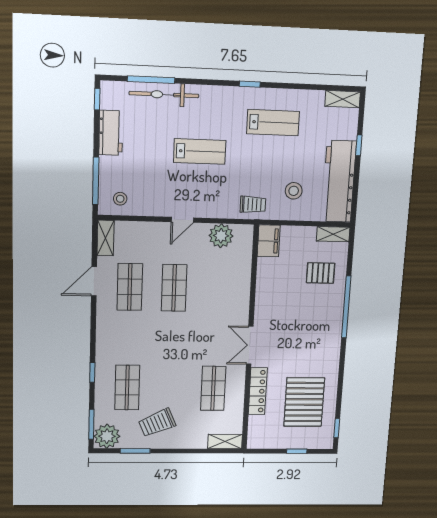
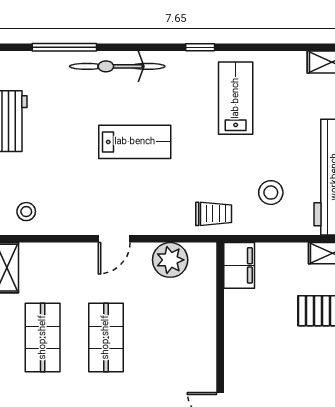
bicycle: (164, 95) -> (117, 66), moved
lab bench: (273, 123) -> (236, 98), turned -90

